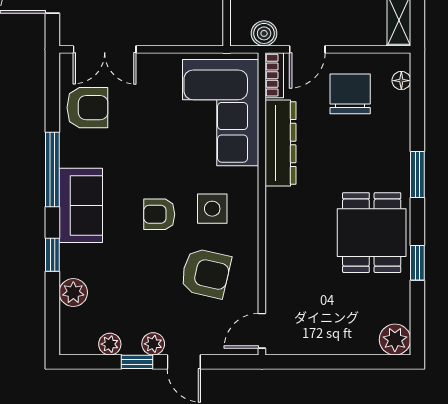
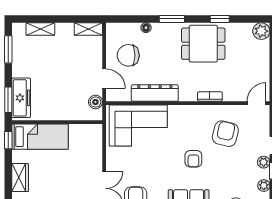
bookcase: (274, 75) -> (210, 96), moved
floor lamp: (401, 81) -> (146, 28), moved
side table: (212, 209) -> (190, 130), removed
door: (262, 331) -> (257, 103), swing flipped

